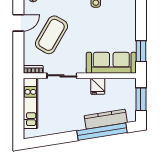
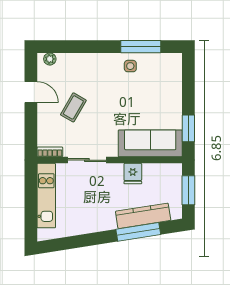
door: (18, 23) -> (31, 92), hinge flipped
coffee table: (51, 35) -> (73, 107), width x0.54, depth x0.58
window: (102, 132) -> (138, 232), width x0.68

